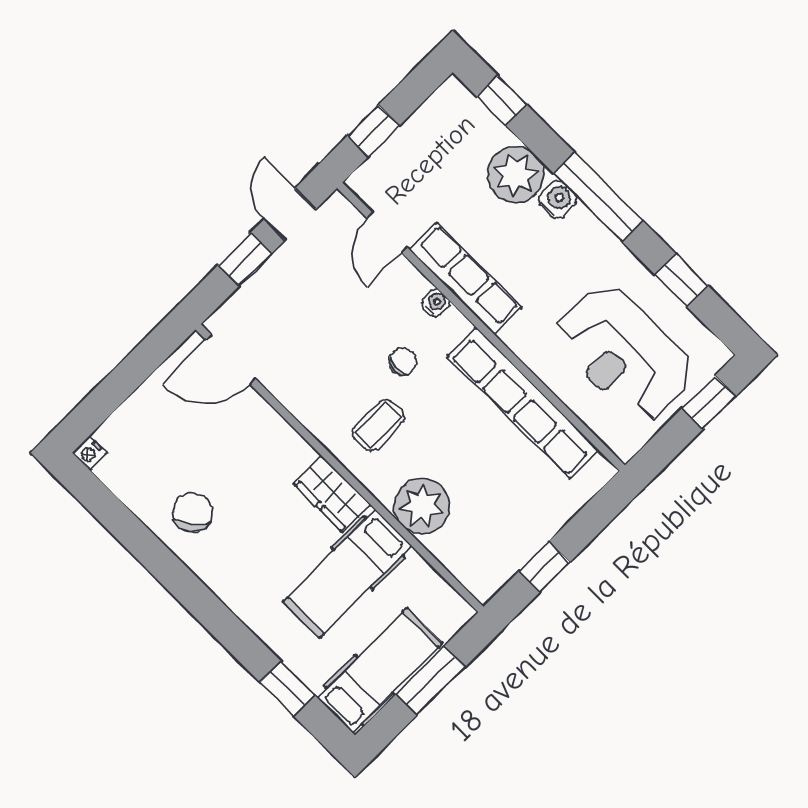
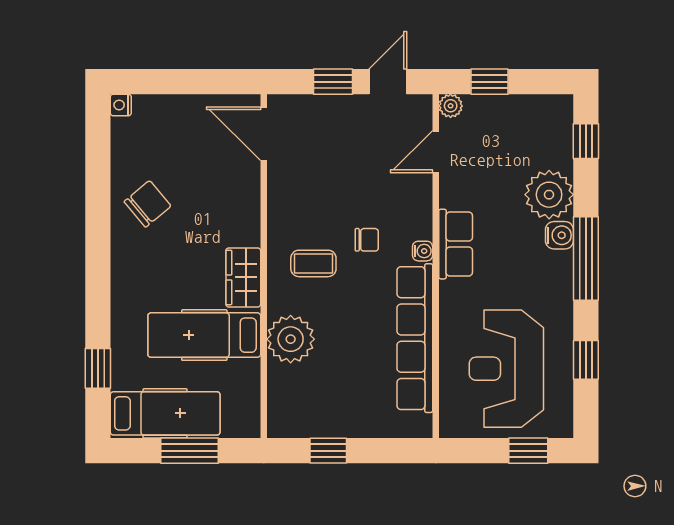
plant: (361, 183) -> (451, 106), added
row of seats: (465, 278) -> (456, 244), width x0.68
water cooler: (436, 303) -> (423, 251), moved

